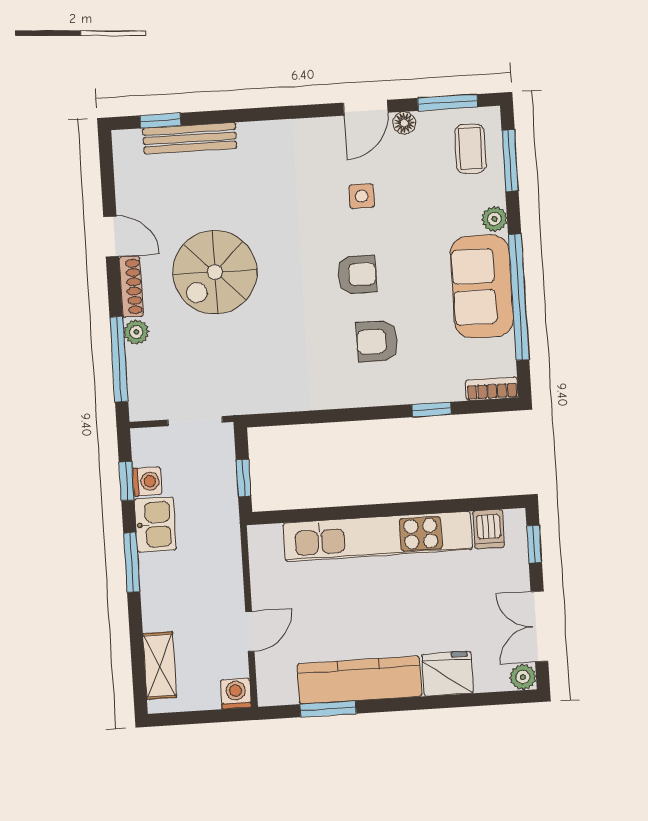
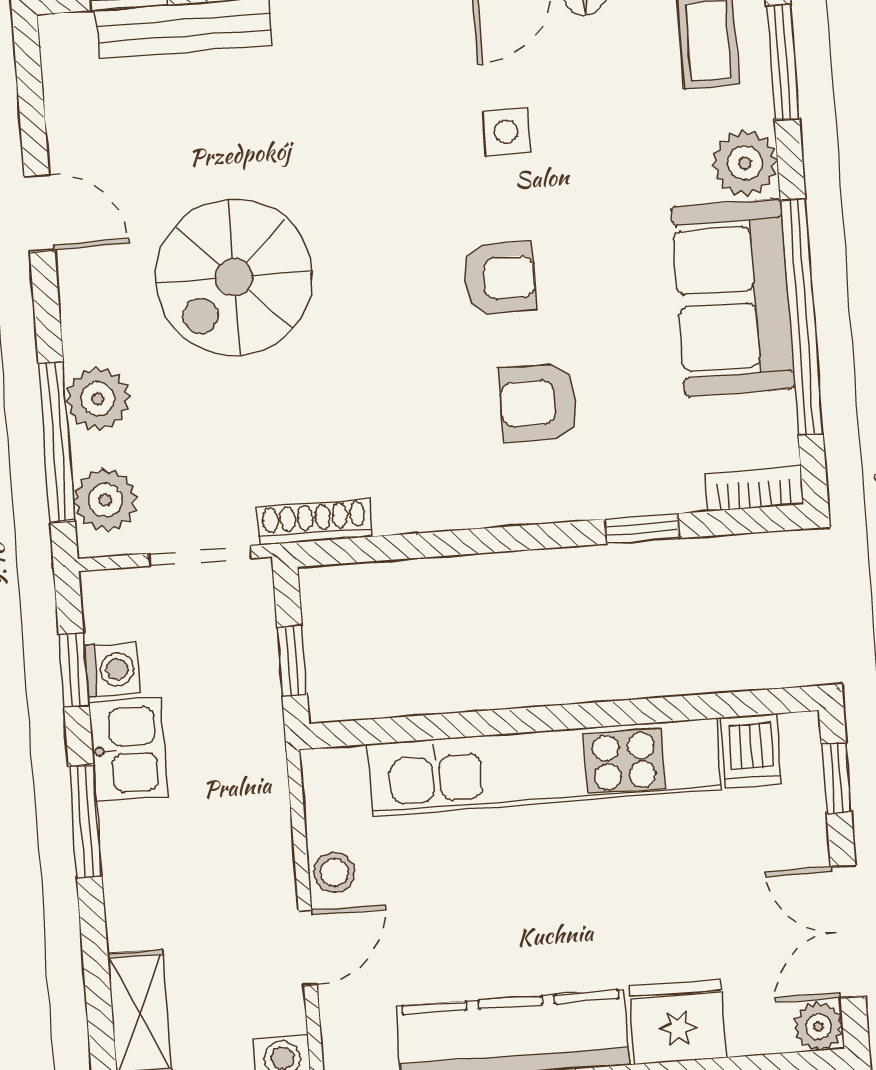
plant: (494, 219) -> (745, 163), width x1.38, depth x1.38
shoe rack: (131, 287) -> (314, 522), moved, turned -90
plant: (136, 332) -> (98, 399), width x1.38, depth x1.38
plant: (145, 391) -> (105, 500), added
stool: (265, 591) -> (334, 872), added

